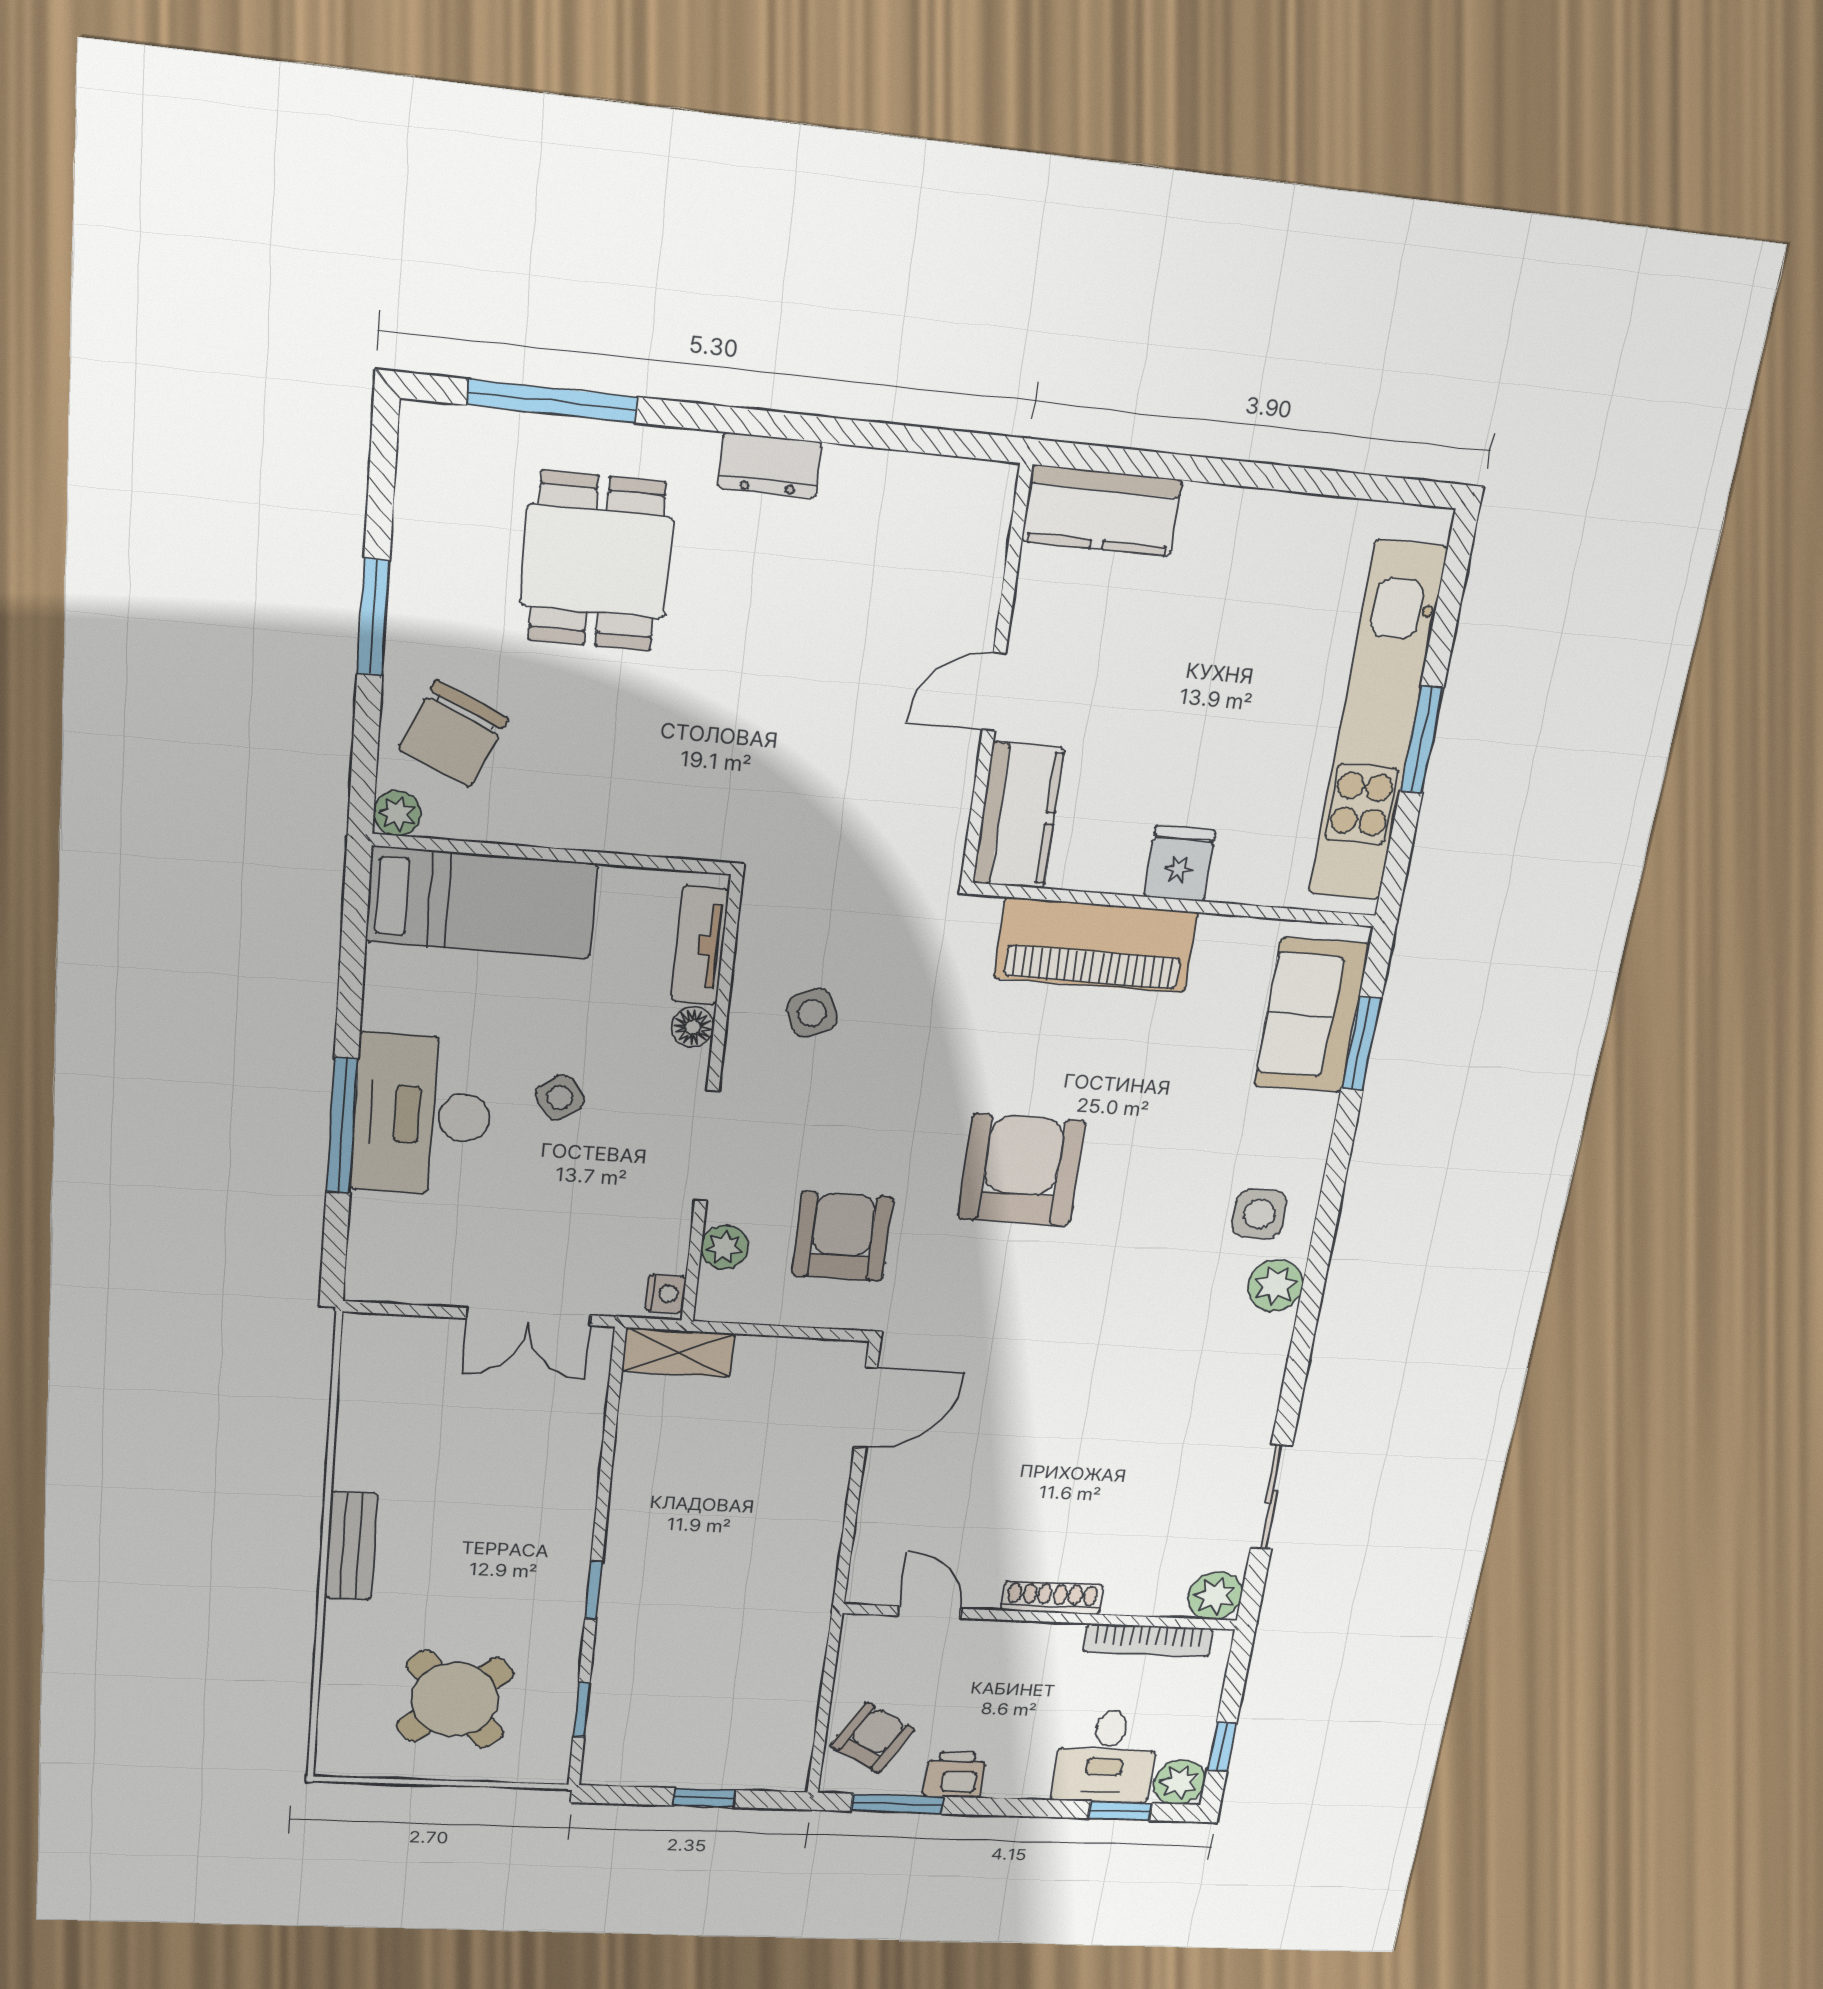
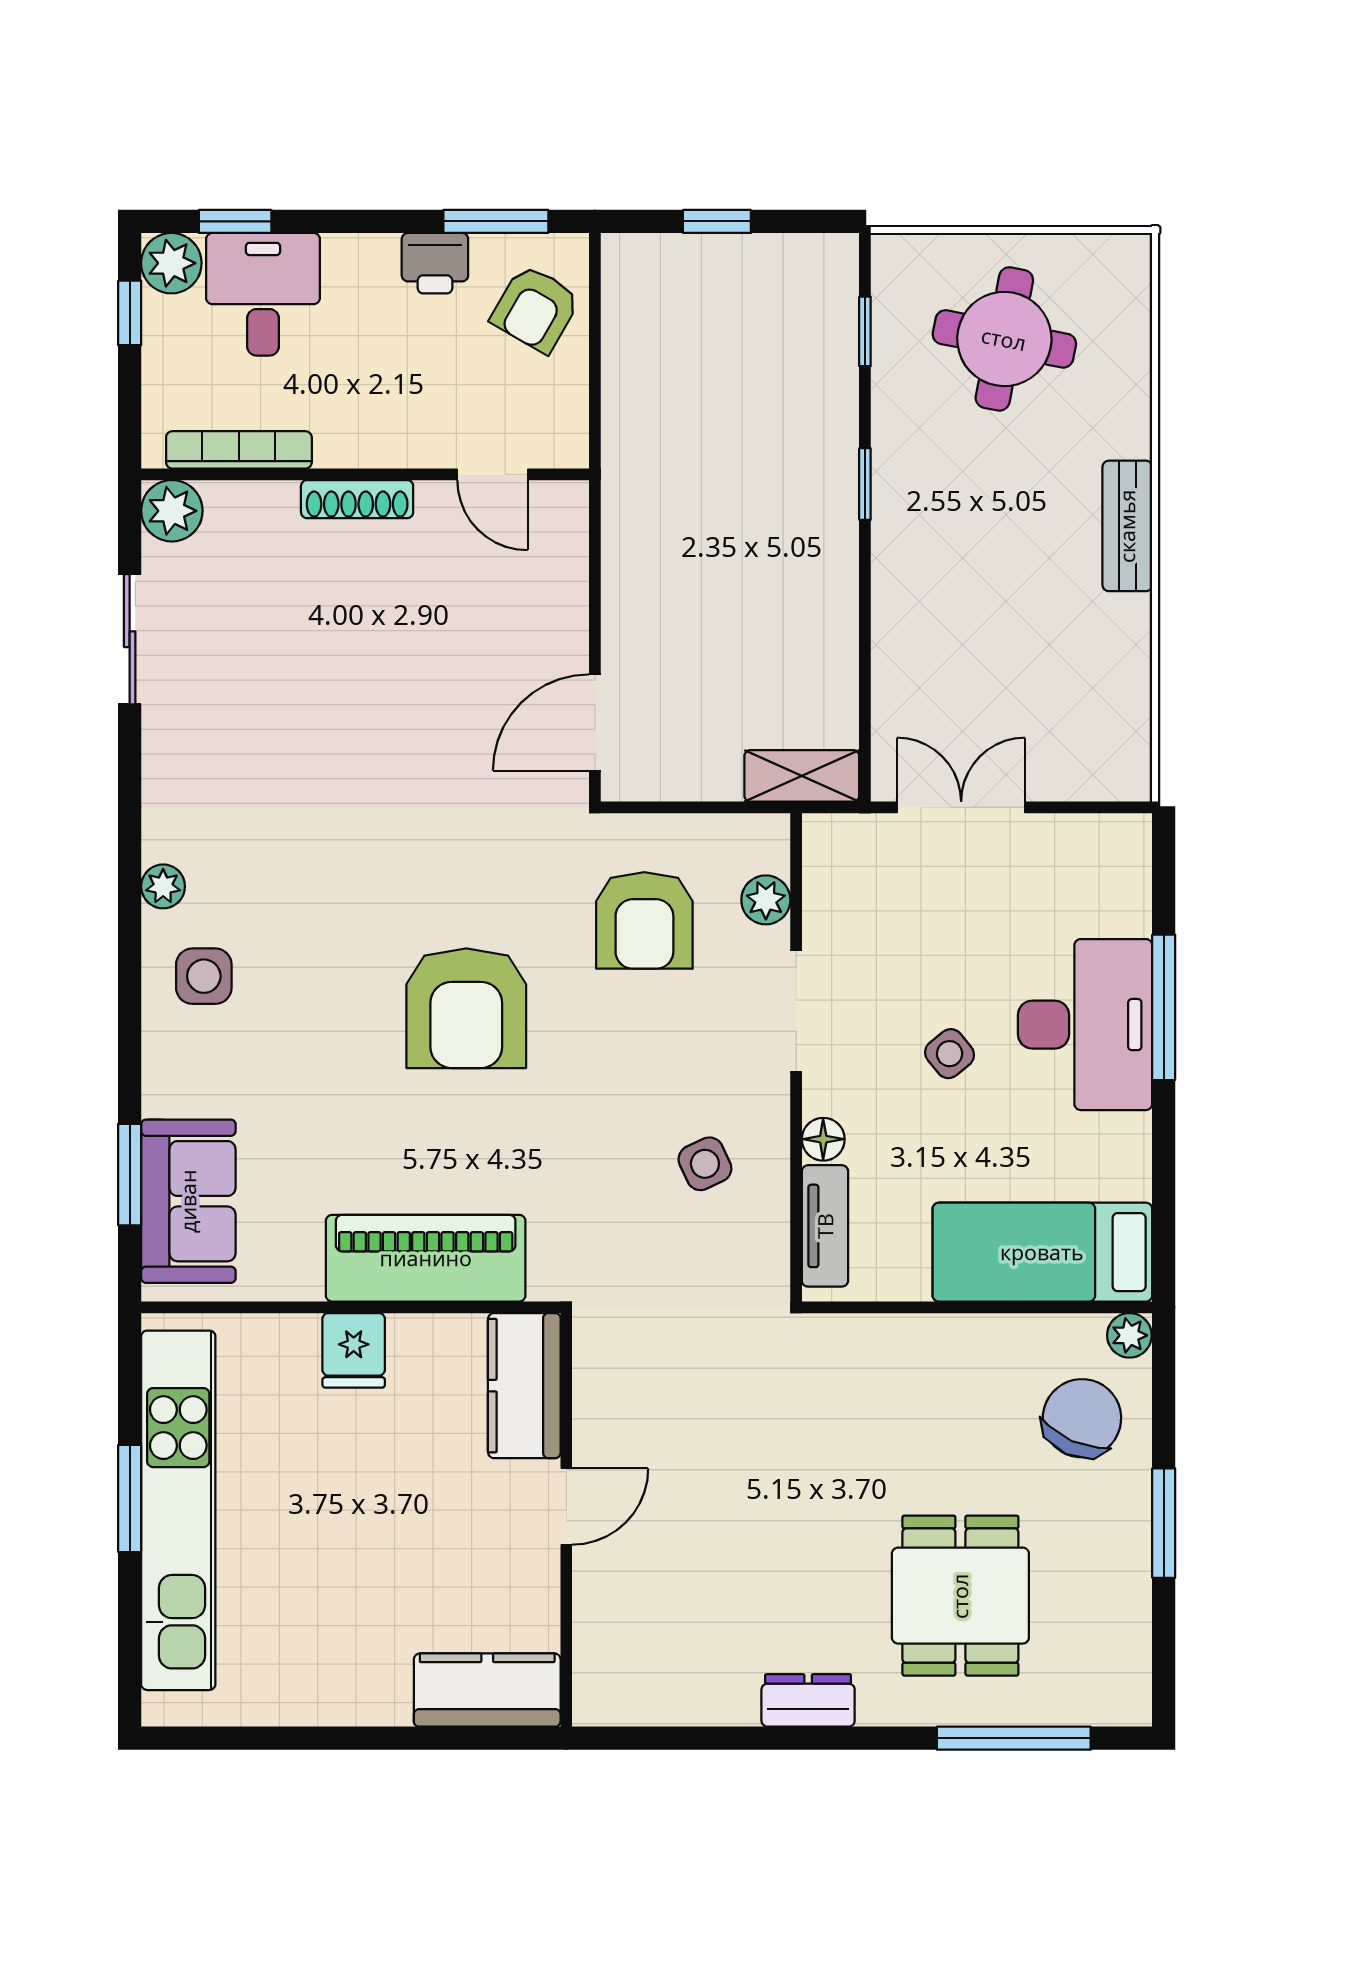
plant: (1275, 1285) -> (163, 886), width x0.73, depth x0.73
nightstand: (666, 1294) -> (822, 843), removed
round table: (455, 1699) -> (1004, 339), turned -38

